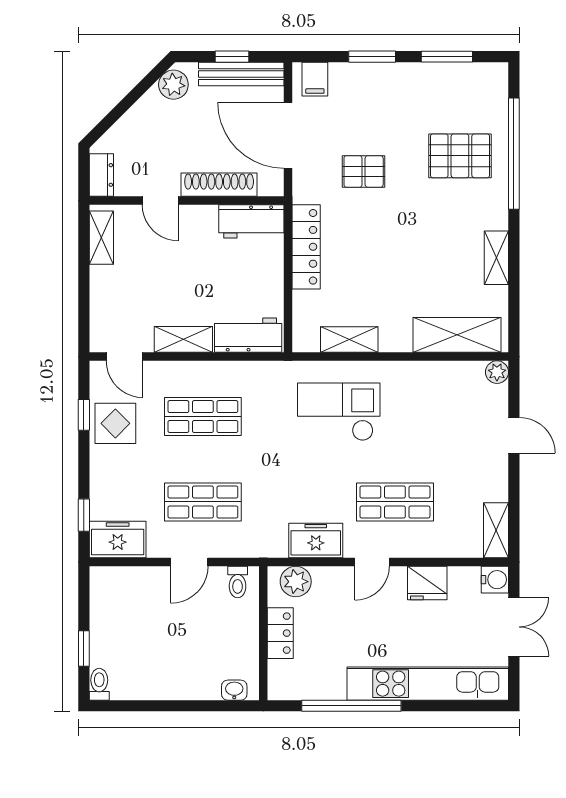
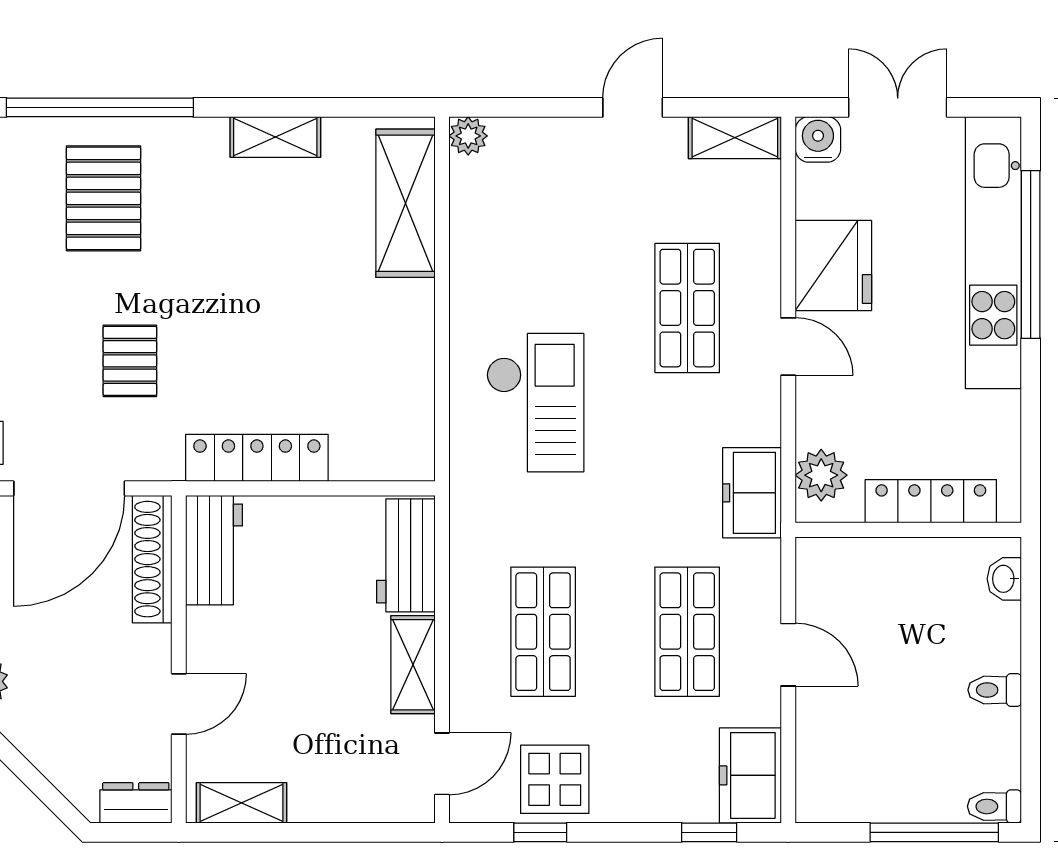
shoe rack: (219, 185) -> (152, 559), moved
shelving: (349, 340) -> (413, 385), removed
checkout: (339, 412) -> (535, 403), turned 180
door: (514, 435) -> (633, 107), moved
freezer: (316, 540) -> (752, 493), moved
toilet: (238, 582) -> (995, 690), moved, turned 180
fridge: (427, 583) -> (833, 266), width x1.36, depth x1.34
locker: (280, 633) -> (931, 501), width x1.53
window: (84, 649) -> (934, 832), width x2.17
window: (351, 706) -> (1031, 254), moved

